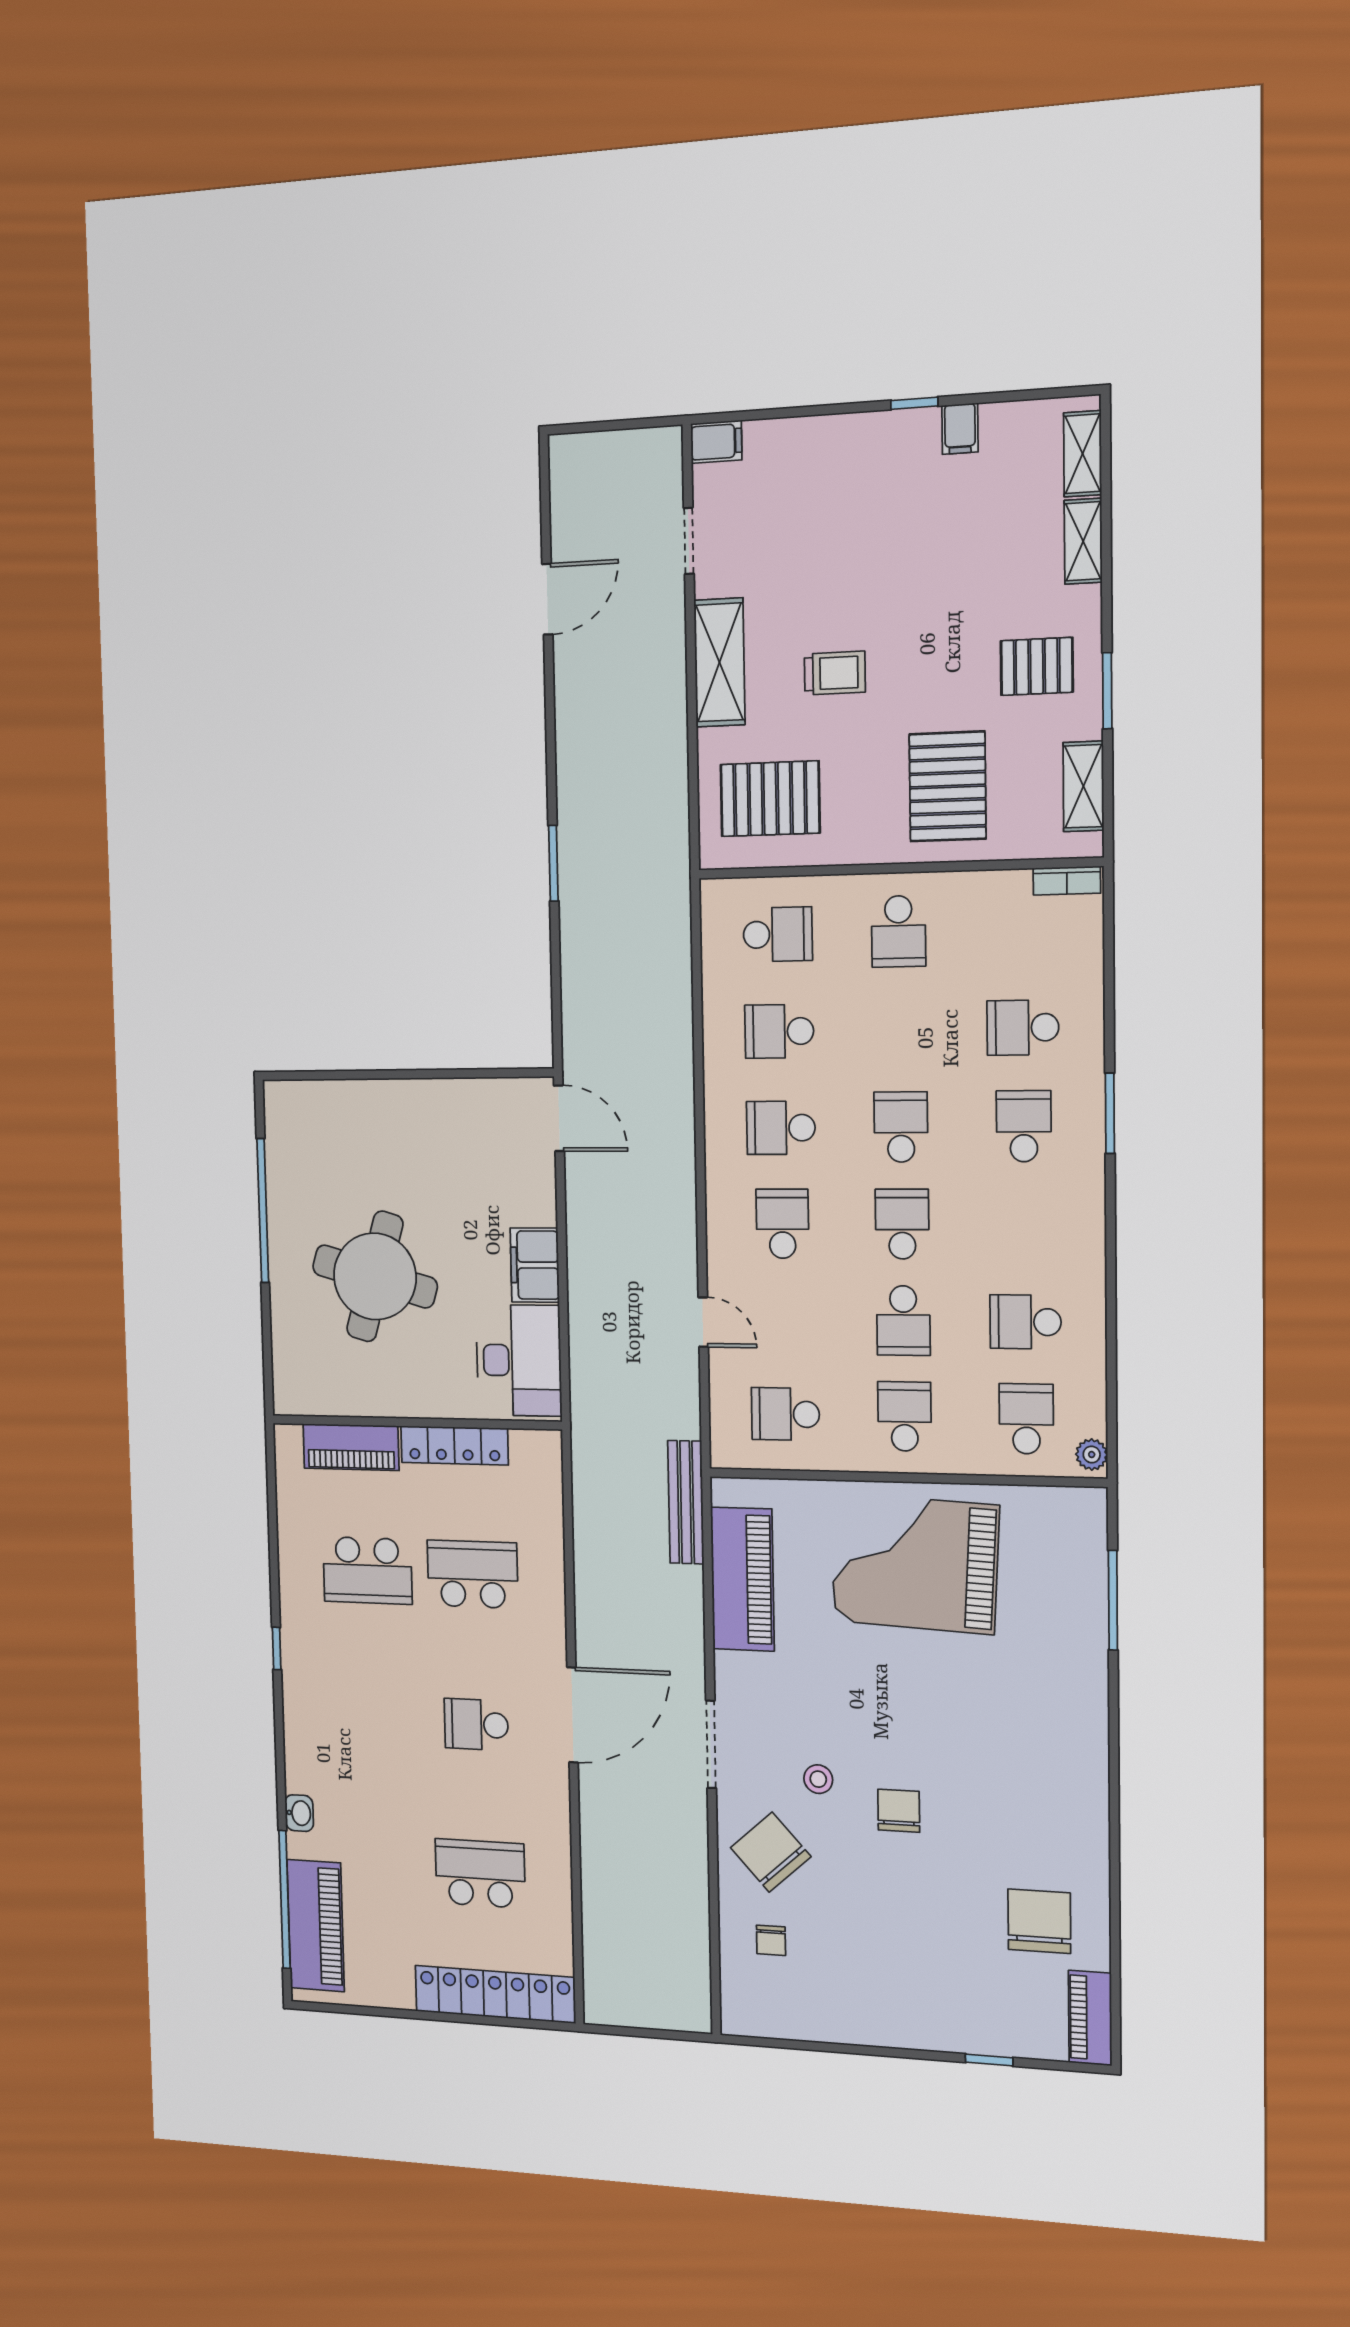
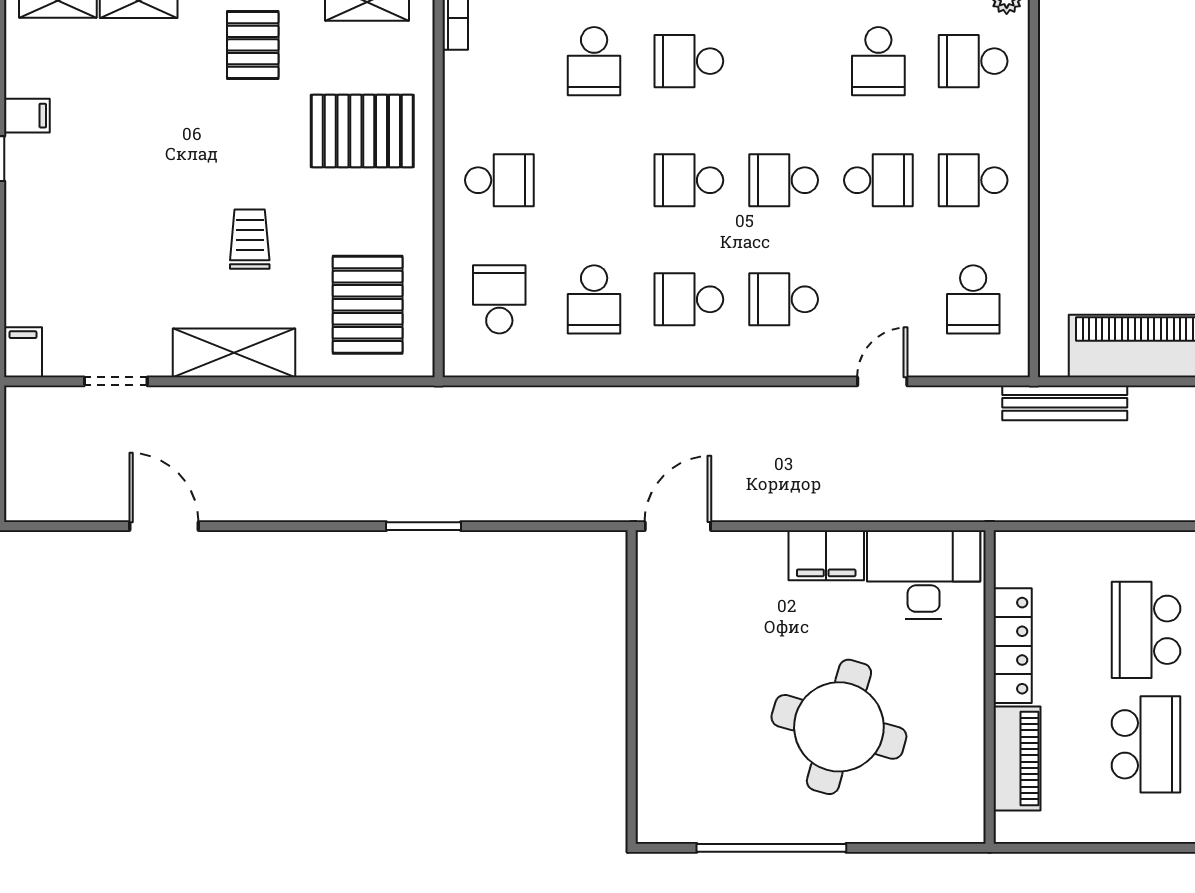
school desk: (781, 1128) -> (689, 299), turned 90
grand piano: (915, 1563) -> (1119, 172), removed

